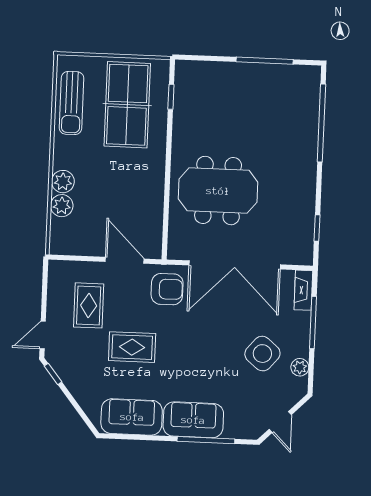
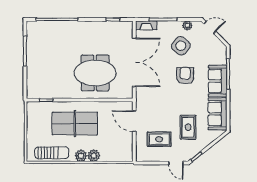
table tennis table: (127, 105) -> (75, 124), moved
meeting table: (218, 191) -> (95, 73), turned 90
plant: (62, 206) -> (81, 156), moved
door: (125, 260) -> (134, 121), hinge flipped
armchair: (167, 289) -> (185, 76), moved
rug: (132, 347) -> (188, 127), moved
door: (280, 422) -> (210, 28), moved

